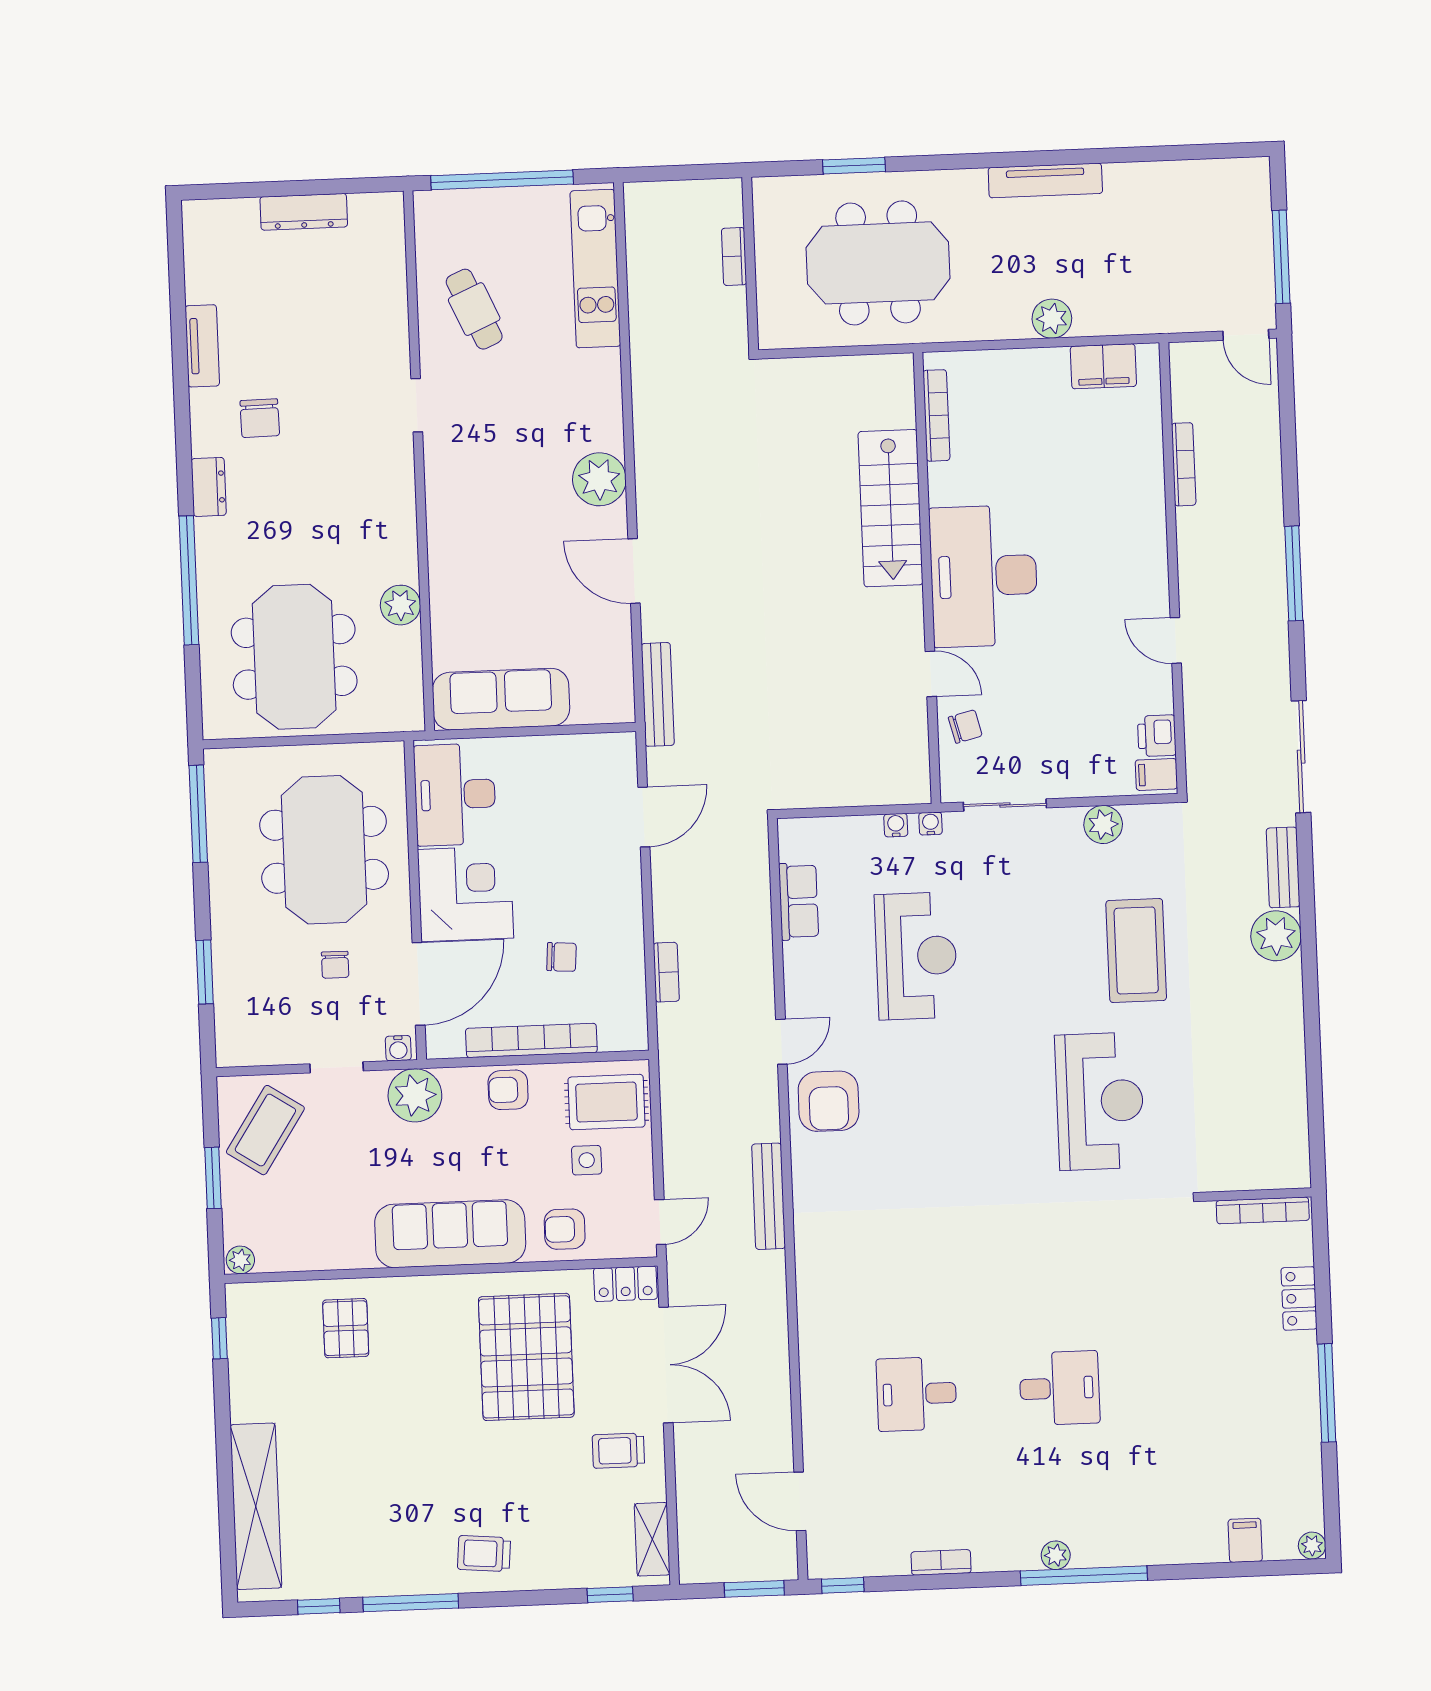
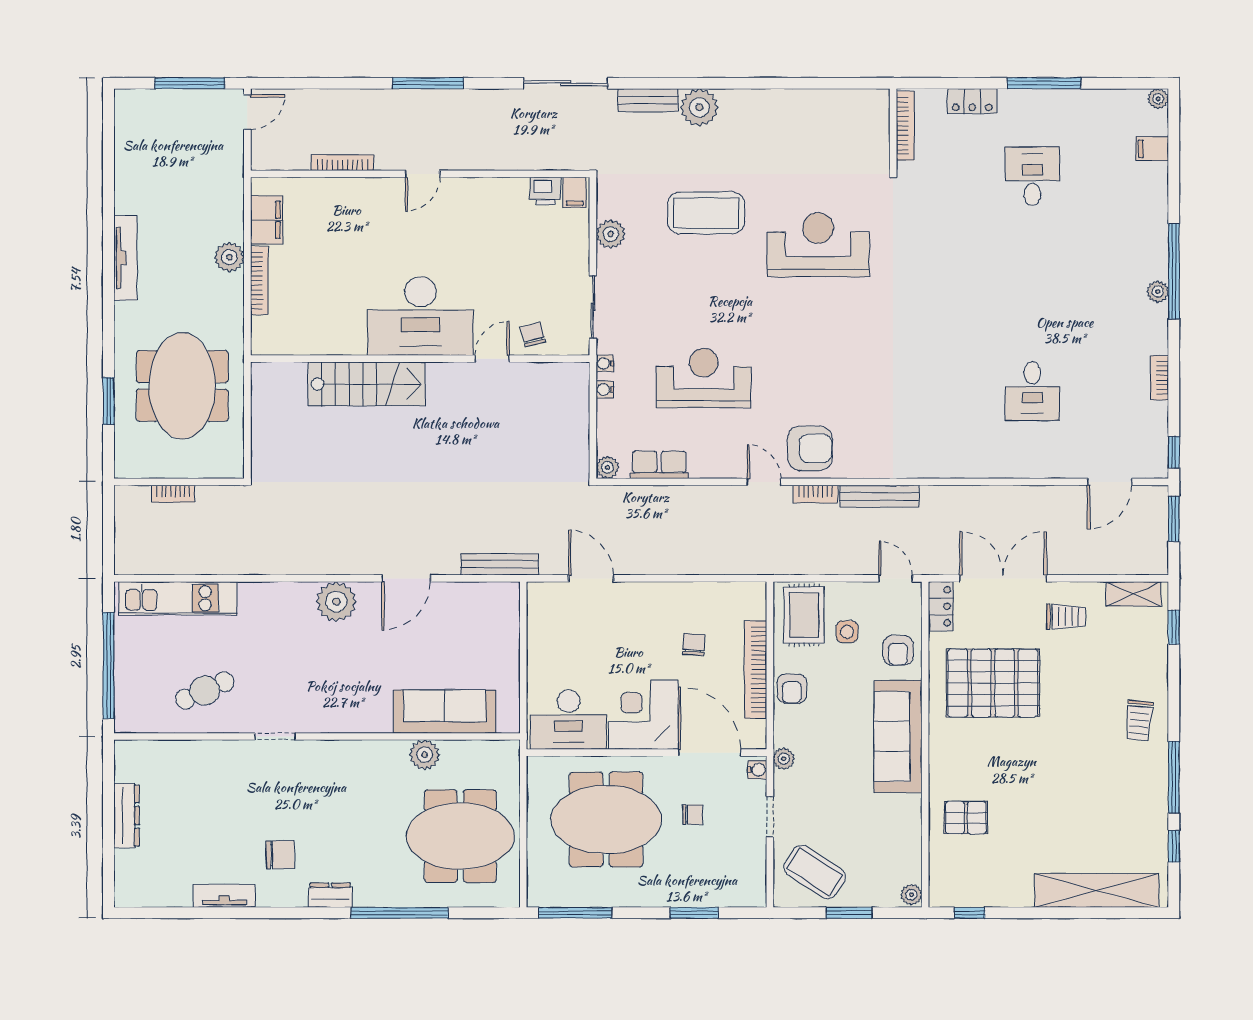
bookcase: (936, 415) -> (259, 280), moved, turned 90
door: (1176, 640) -> (423, 174), moved
sofa: (501, 699) -> (445, 712), moved, turned 90
plant: (792, 833) -> (607, 467), added
bookcase: (666, 972) -> (815, 494), moved, turned 180
plant: (415, 1095) -> (784, 759), width x0.53, depth x0.53
desk: (1059, 1388) -> (1032, 176), moved
trolley: (618, 1451) -> (1066, 617), turned -90

